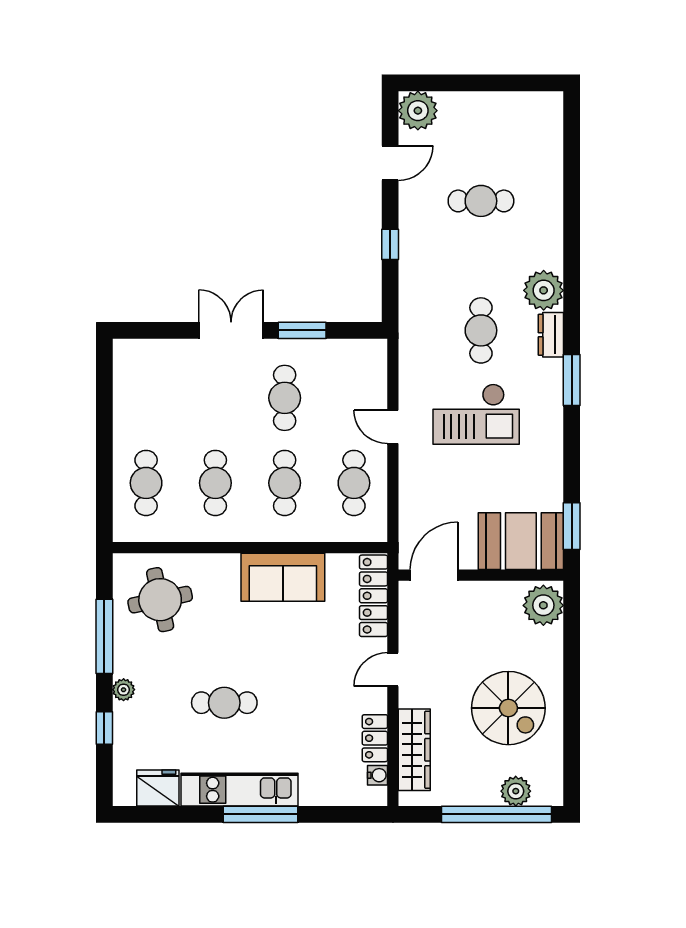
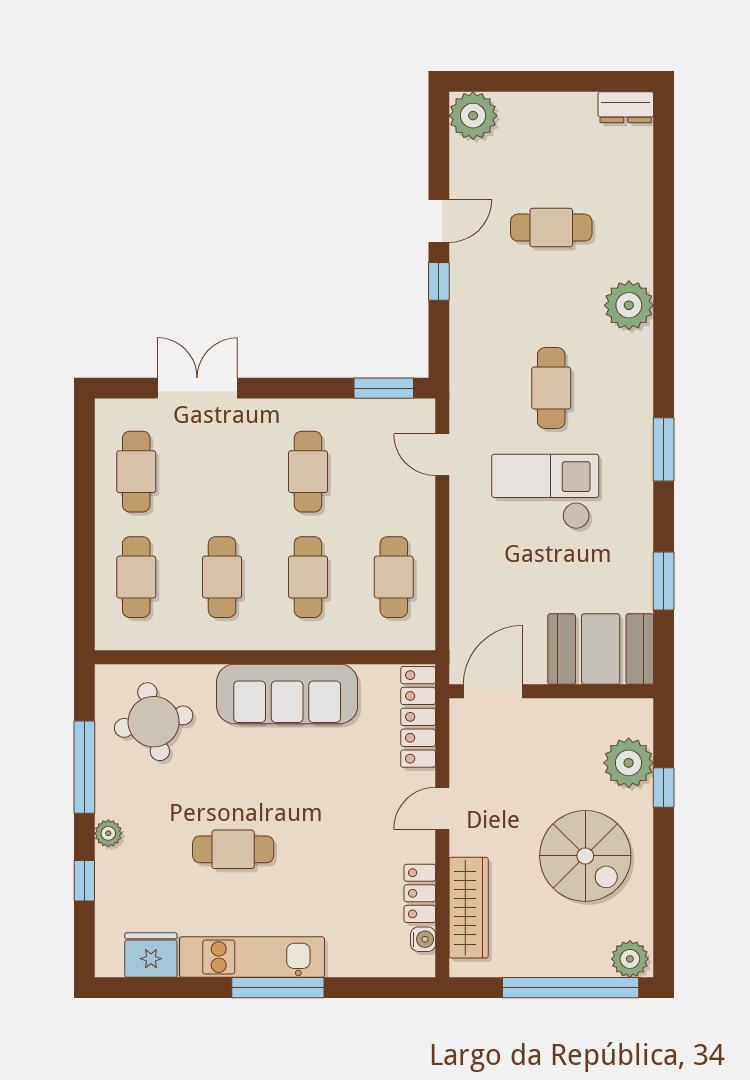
door: (390, 163) -> (439, 221), moved
plant: (544, 290) -> (629, 305), moved
double door: (231, 330) -> (197, 388), moved
window: (302, 330) -> (384, 388), moved
dresser: (551, 335) -> (626, 107), moved, turned -90
cafe table: (146, 398) -> (136, 472), added
checkout: (476, 414) -> (545, 492), turned 180
door: (393, 427) -> (442, 455), moved
window: (572, 526) -> (664, 581), moved
sofa: (283, 577) -> (287, 694), width x1.36
plant: (543, 605) -> (629, 763), moved
window: (572, 653) -> (664, 788), added
plant: (516, 791) -> (630, 959), moved

